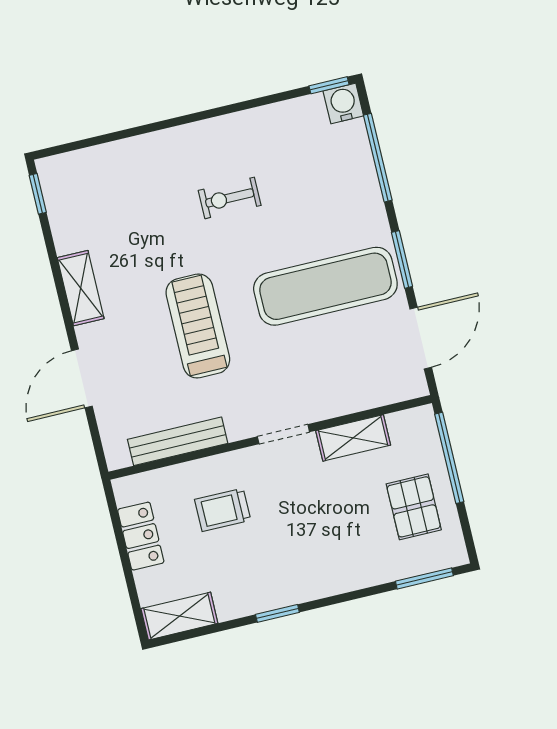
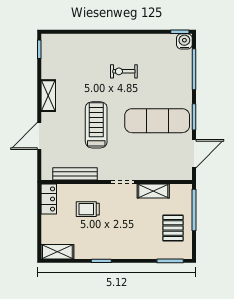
locker: (141, 536) -> (49, 199), moved

